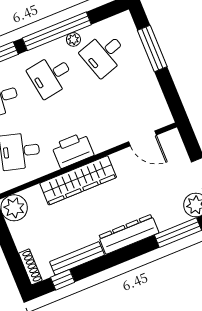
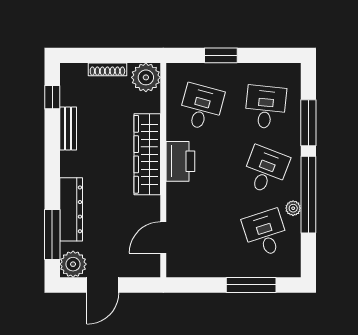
desk: (51, 76) -> (266, 170), turned 30
dresser: (129, 234) -> (71, 209), moved
bench: (77, 258) -> (68, 129), width x0.73
shoe rack: (30, 267) -> (107, 69), moved

